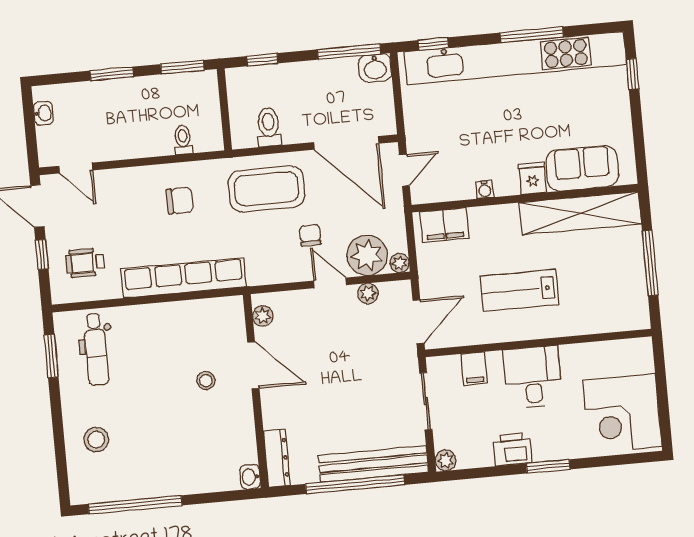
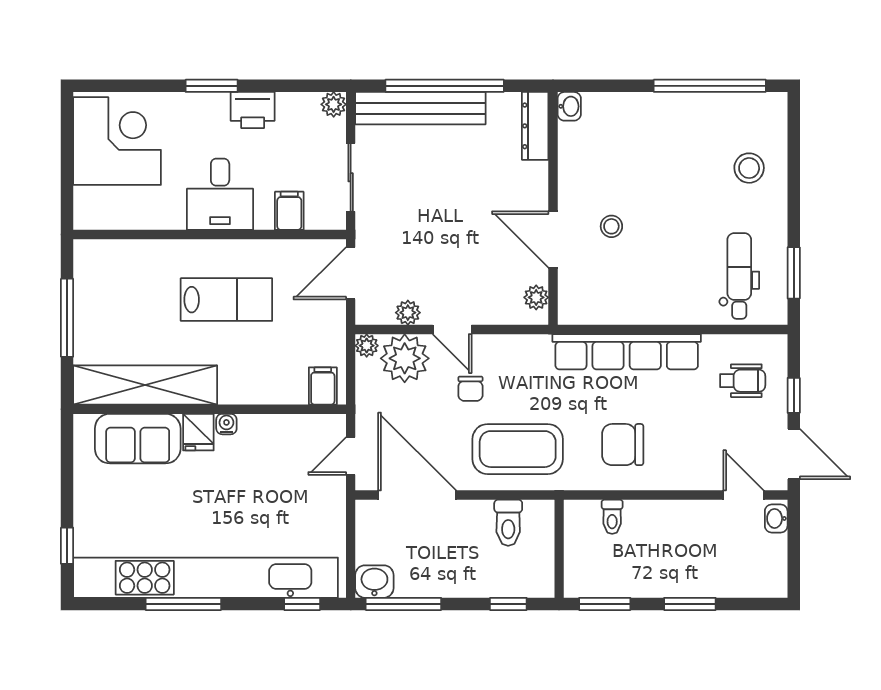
washbasin: (43, 113) -> (776, 518), moved
water cooler: (485, 189) -> (226, 424), moved
chair: (180, 201) -> (623, 445), width x1.37, depth x1.37
filing cabinet: (444, 225) -> (323, 386), width x0.50

